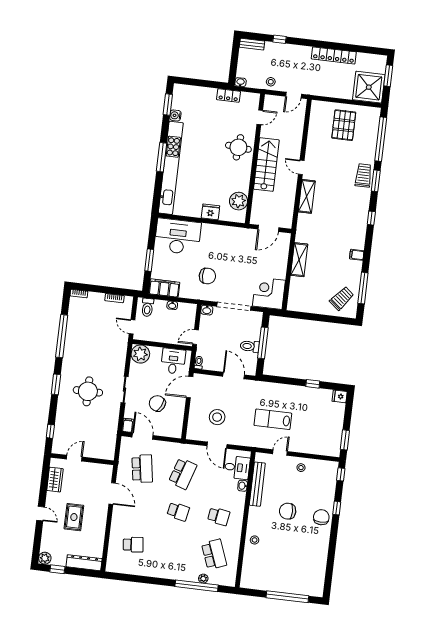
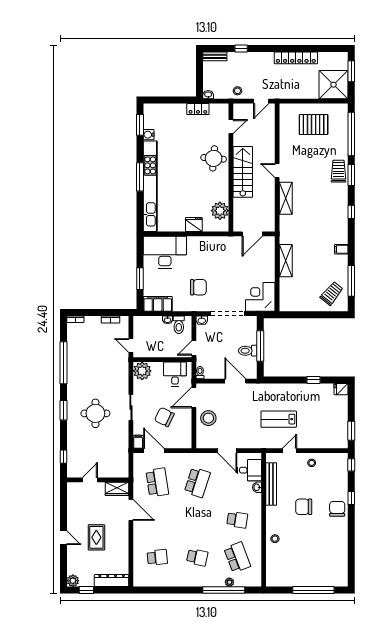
pallet: (344, 125) -> (314, 125), turned 90
toilet: (147, 307) -> (179, 325), moved
stool: (217, 417) -> (208, 418), moved
wardrobe: (55, 480) -> (117, 489), moved, turned 90
school desk: (178, 511) -> (197, 557), moved

